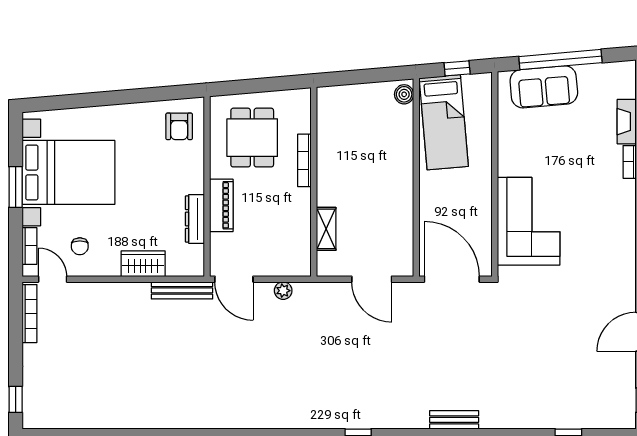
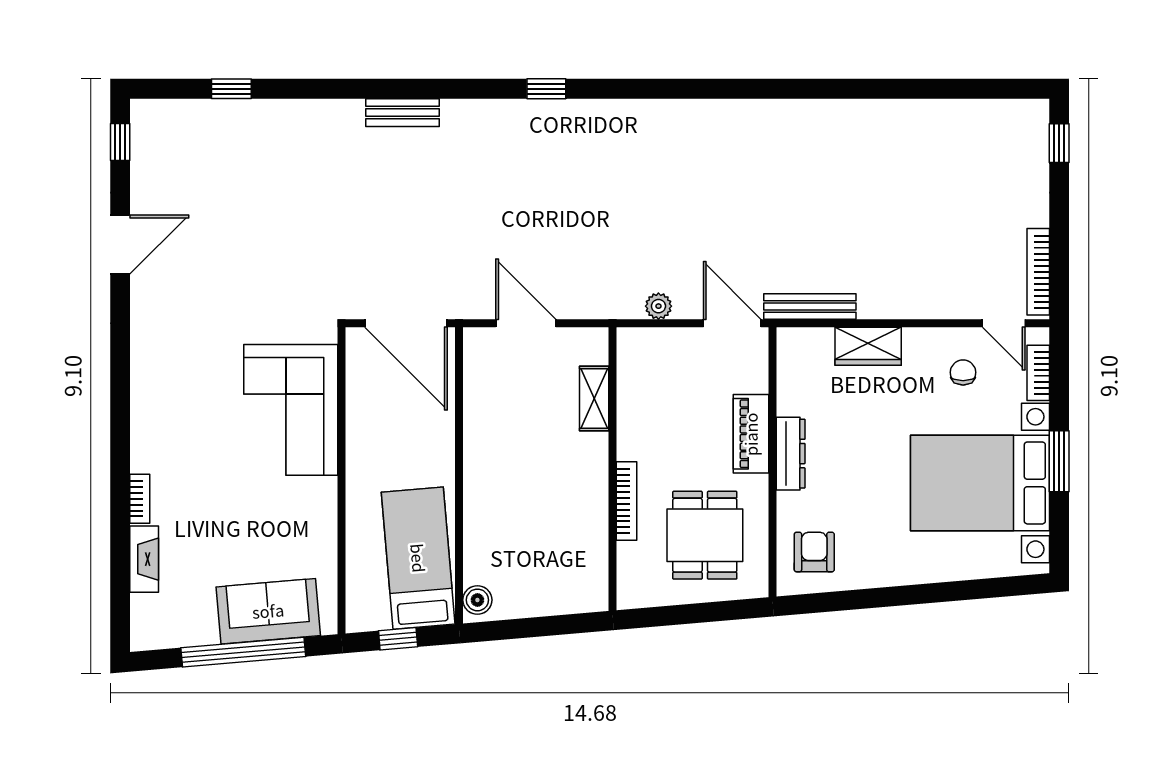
dresser: (195, 219) -> (791, 454), moved

